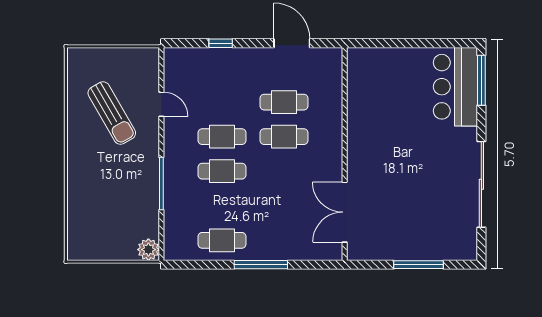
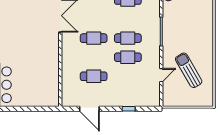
door: (161, 104) -> (161, 75), swing flipped
cafe table: (284, 137) -> (94, 38), moved

